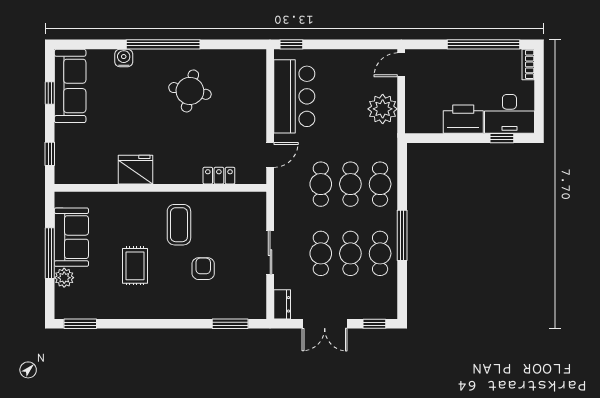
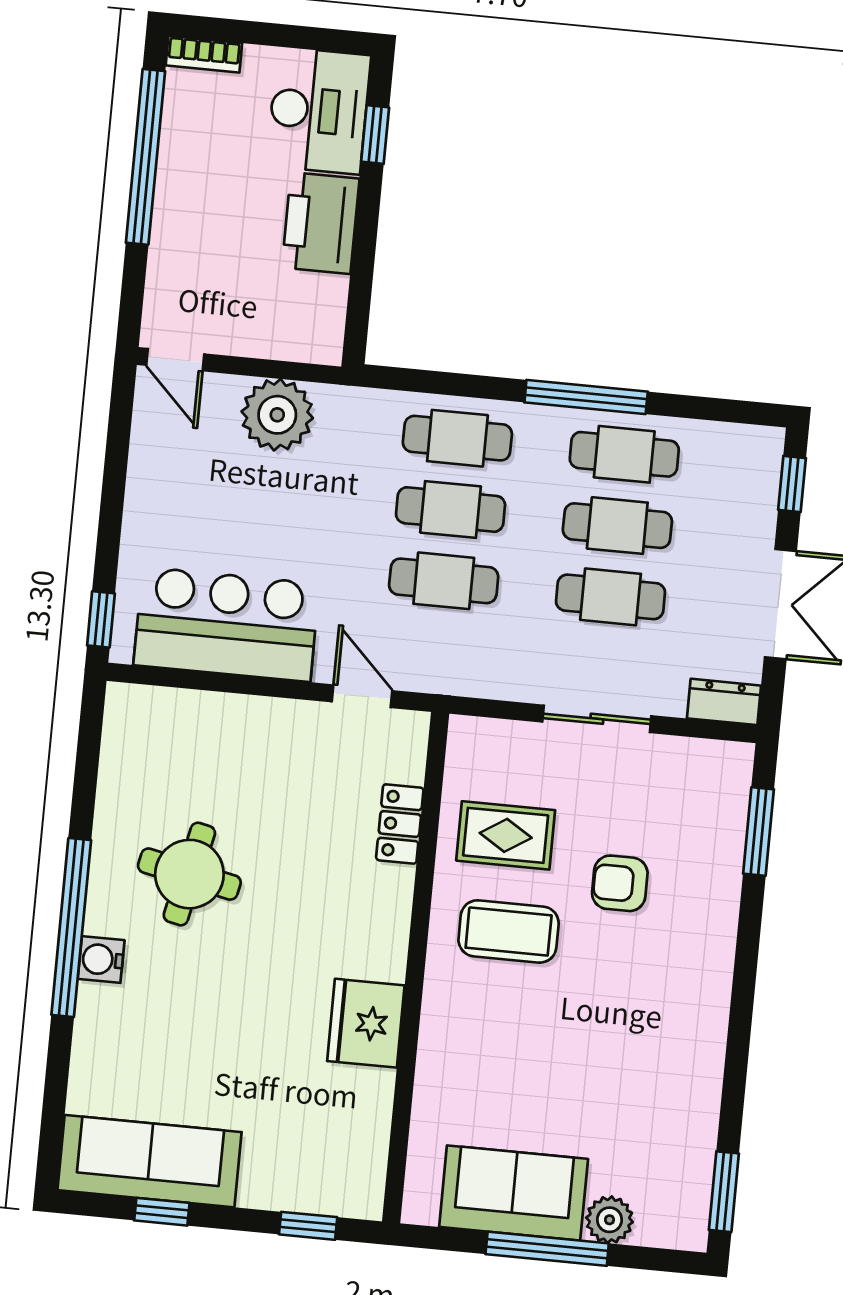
water cooler: (124, 58) -> (101, 959), moved
rug: (135, 266) -> (506, 835), moved

